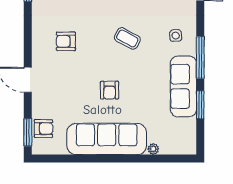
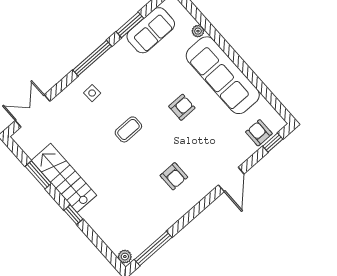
coffee table: (127, 38) -> (128, 129), turned 62
sofa: (183, 86) -> (151, 30), moved, width x0.73
window: (28, 132) -> (273, 143), width x0.67

